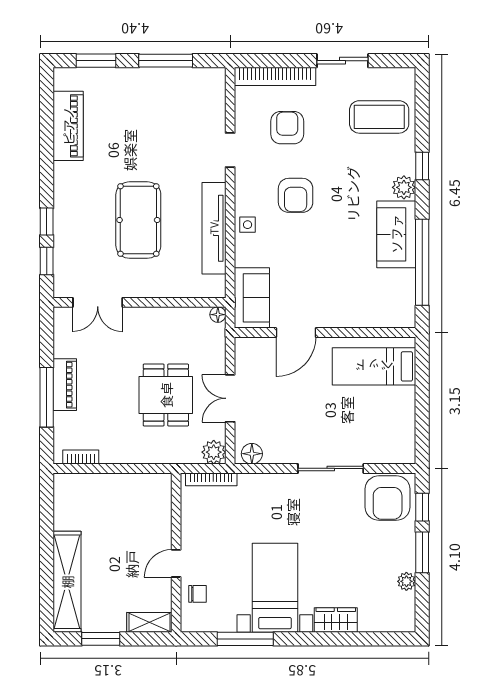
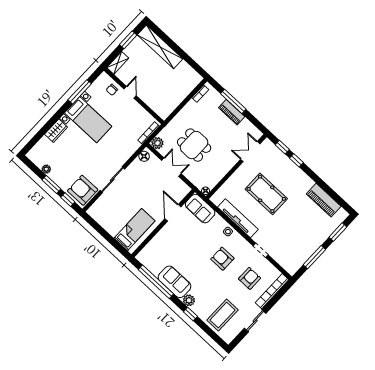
armchair: (287, 128) -> (250, 278), turned -90

